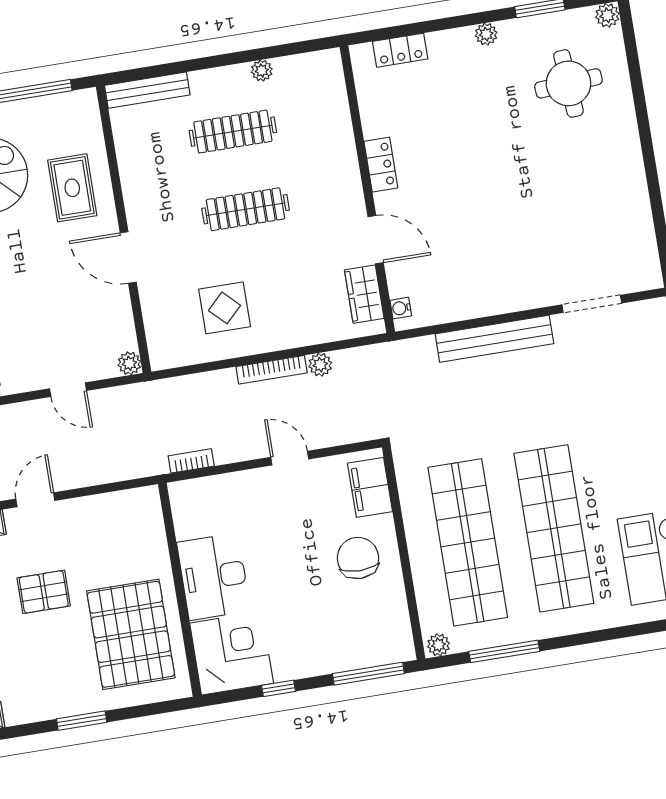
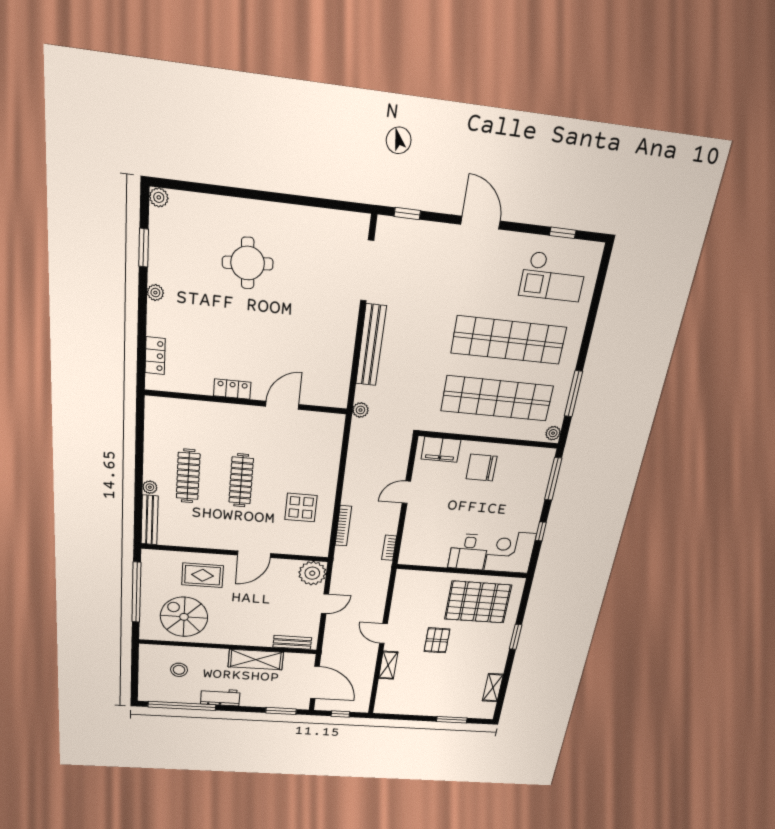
plant: (262, 71) -> (150, 487), moved
round table: (568, 83) -> (248, 263), moved
wardrobe: (364, 294) -> (316, 422), removed
doorway: (592, 304) -> (367, 271), width x1.36
water cooler: (401, 308) -> (332, 401), removed
plant: (129, 363) -> (312, 573), width x1.87, depth x1.87
plant: (320, 365) -> (360, 410), moved
bookcase: (272, 370) -> (343, 526), moved
desk: (214, 577) -> (468, 552), width x0.73

